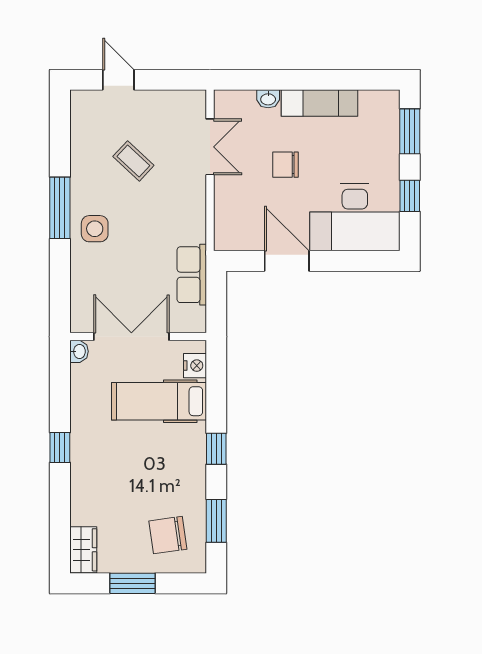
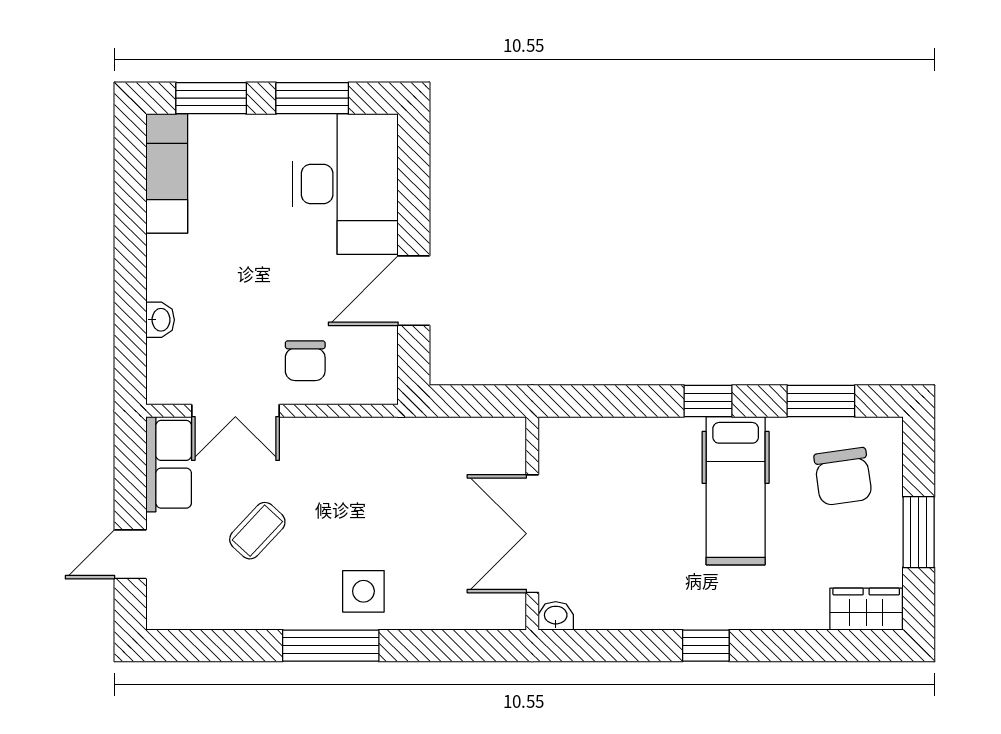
exam couch: (320, 103) -> (167, 173), moved
double door: (210, 147) -> (235, 411), swing flipped
chair: (286, 165) -> (305, 361), moved
window: (410, 196) -> (312, 98), width x1.50
row of seats: (192, 275) -> (169, 464), moved, turned -90
nightstand: (195, 366) -> (578, 434), removed
hospital bed: (159, 401) -> (736, 491), moved

